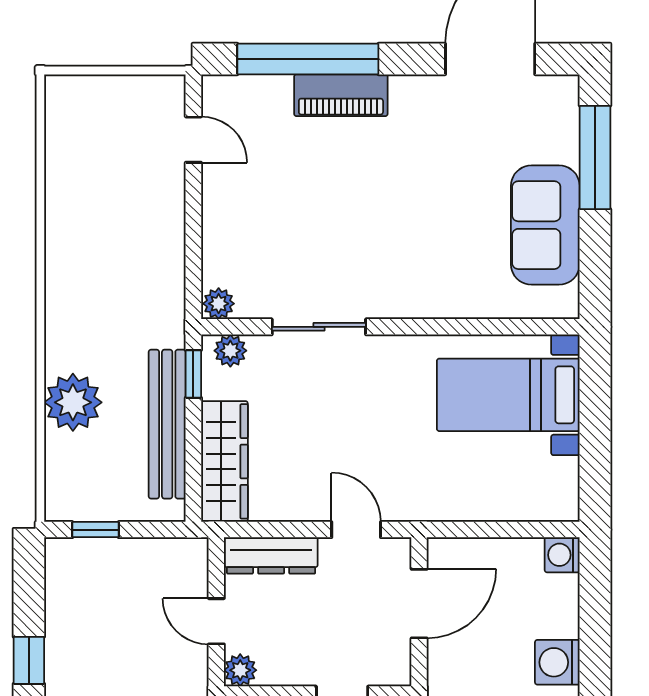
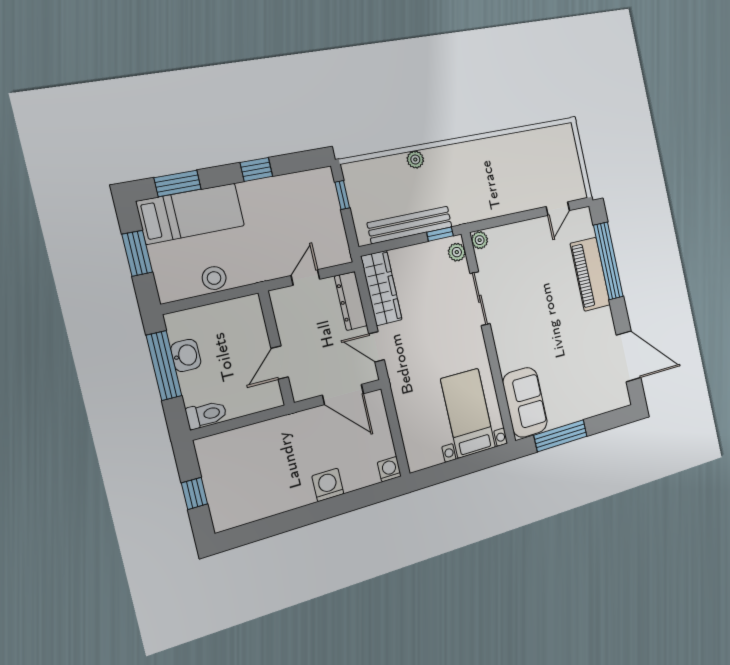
piano: (341, 95) -> (590, 274), width x1.37, depth x1.33
window: (595, 157) -> (561, 436), moved
sofa: (545, 225) -> (525, 402), moved, turned 90
plant: (73, 402) -> (415, 160), width x0.53, depth x0.53
wardrobe: (224, 461) -> (381, 288), moved, turned -90
door: (356, 530) -> (376, 347), swing flipped
plant: (240, 670) -> (280, 298), removed

